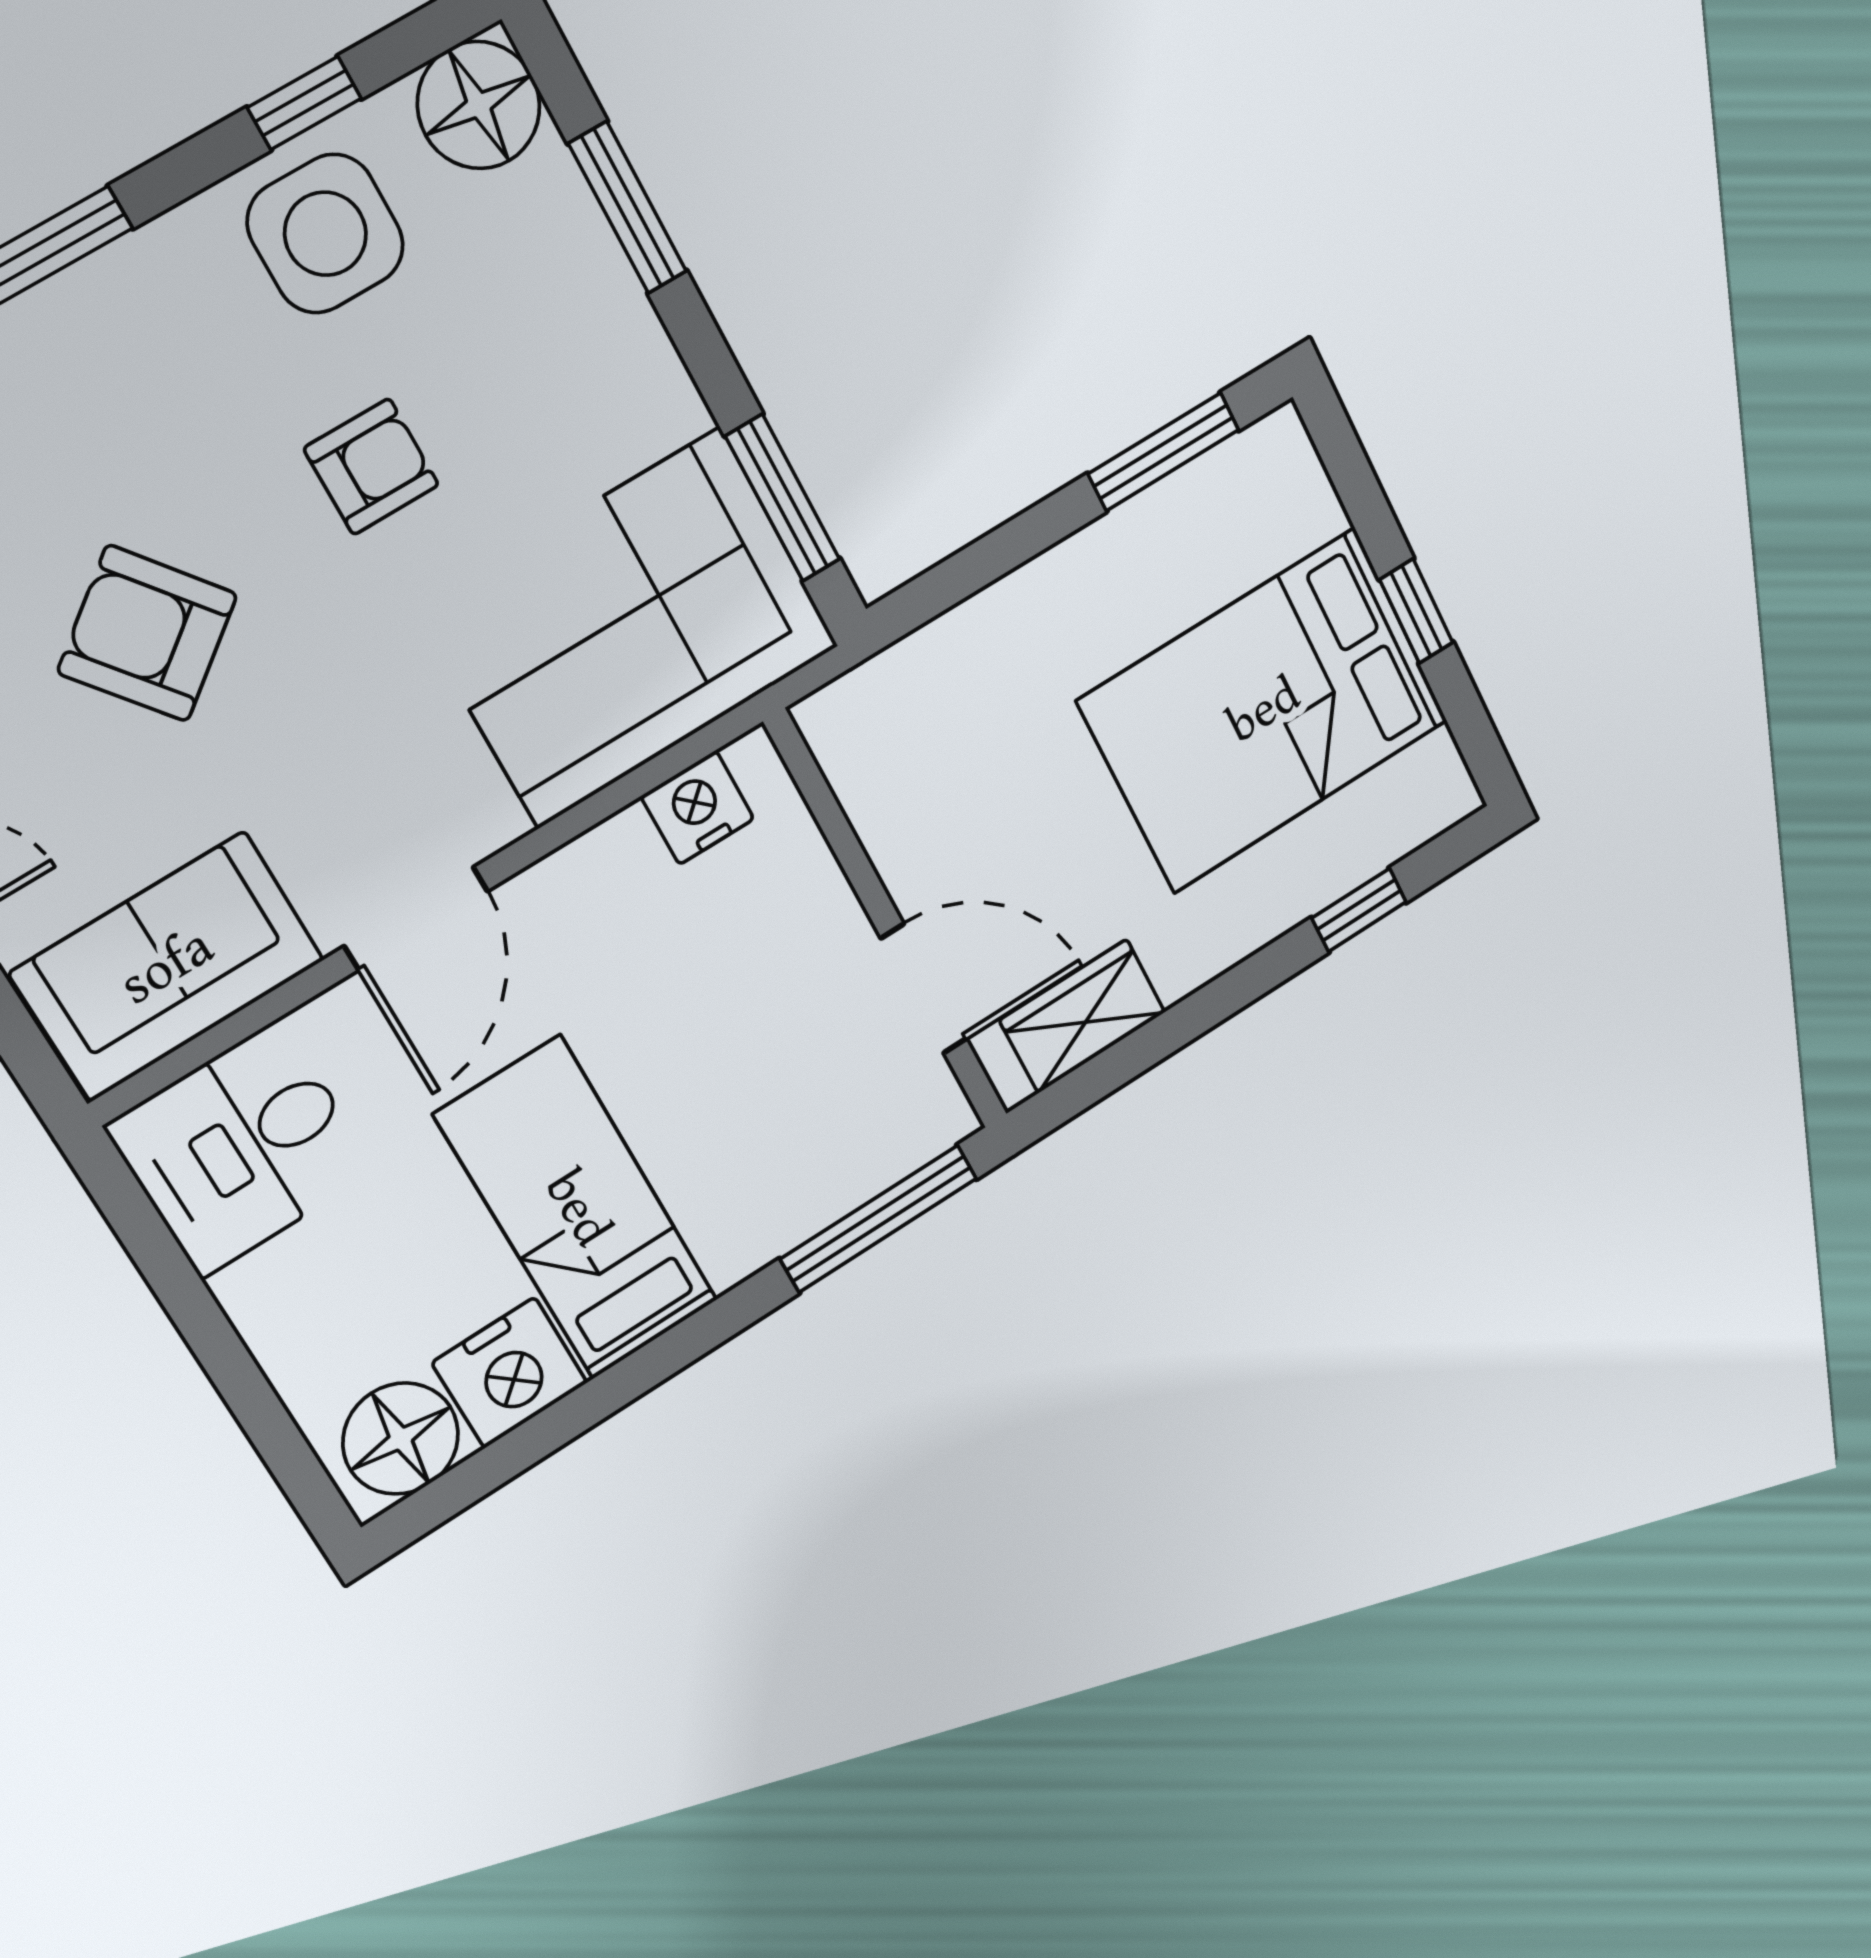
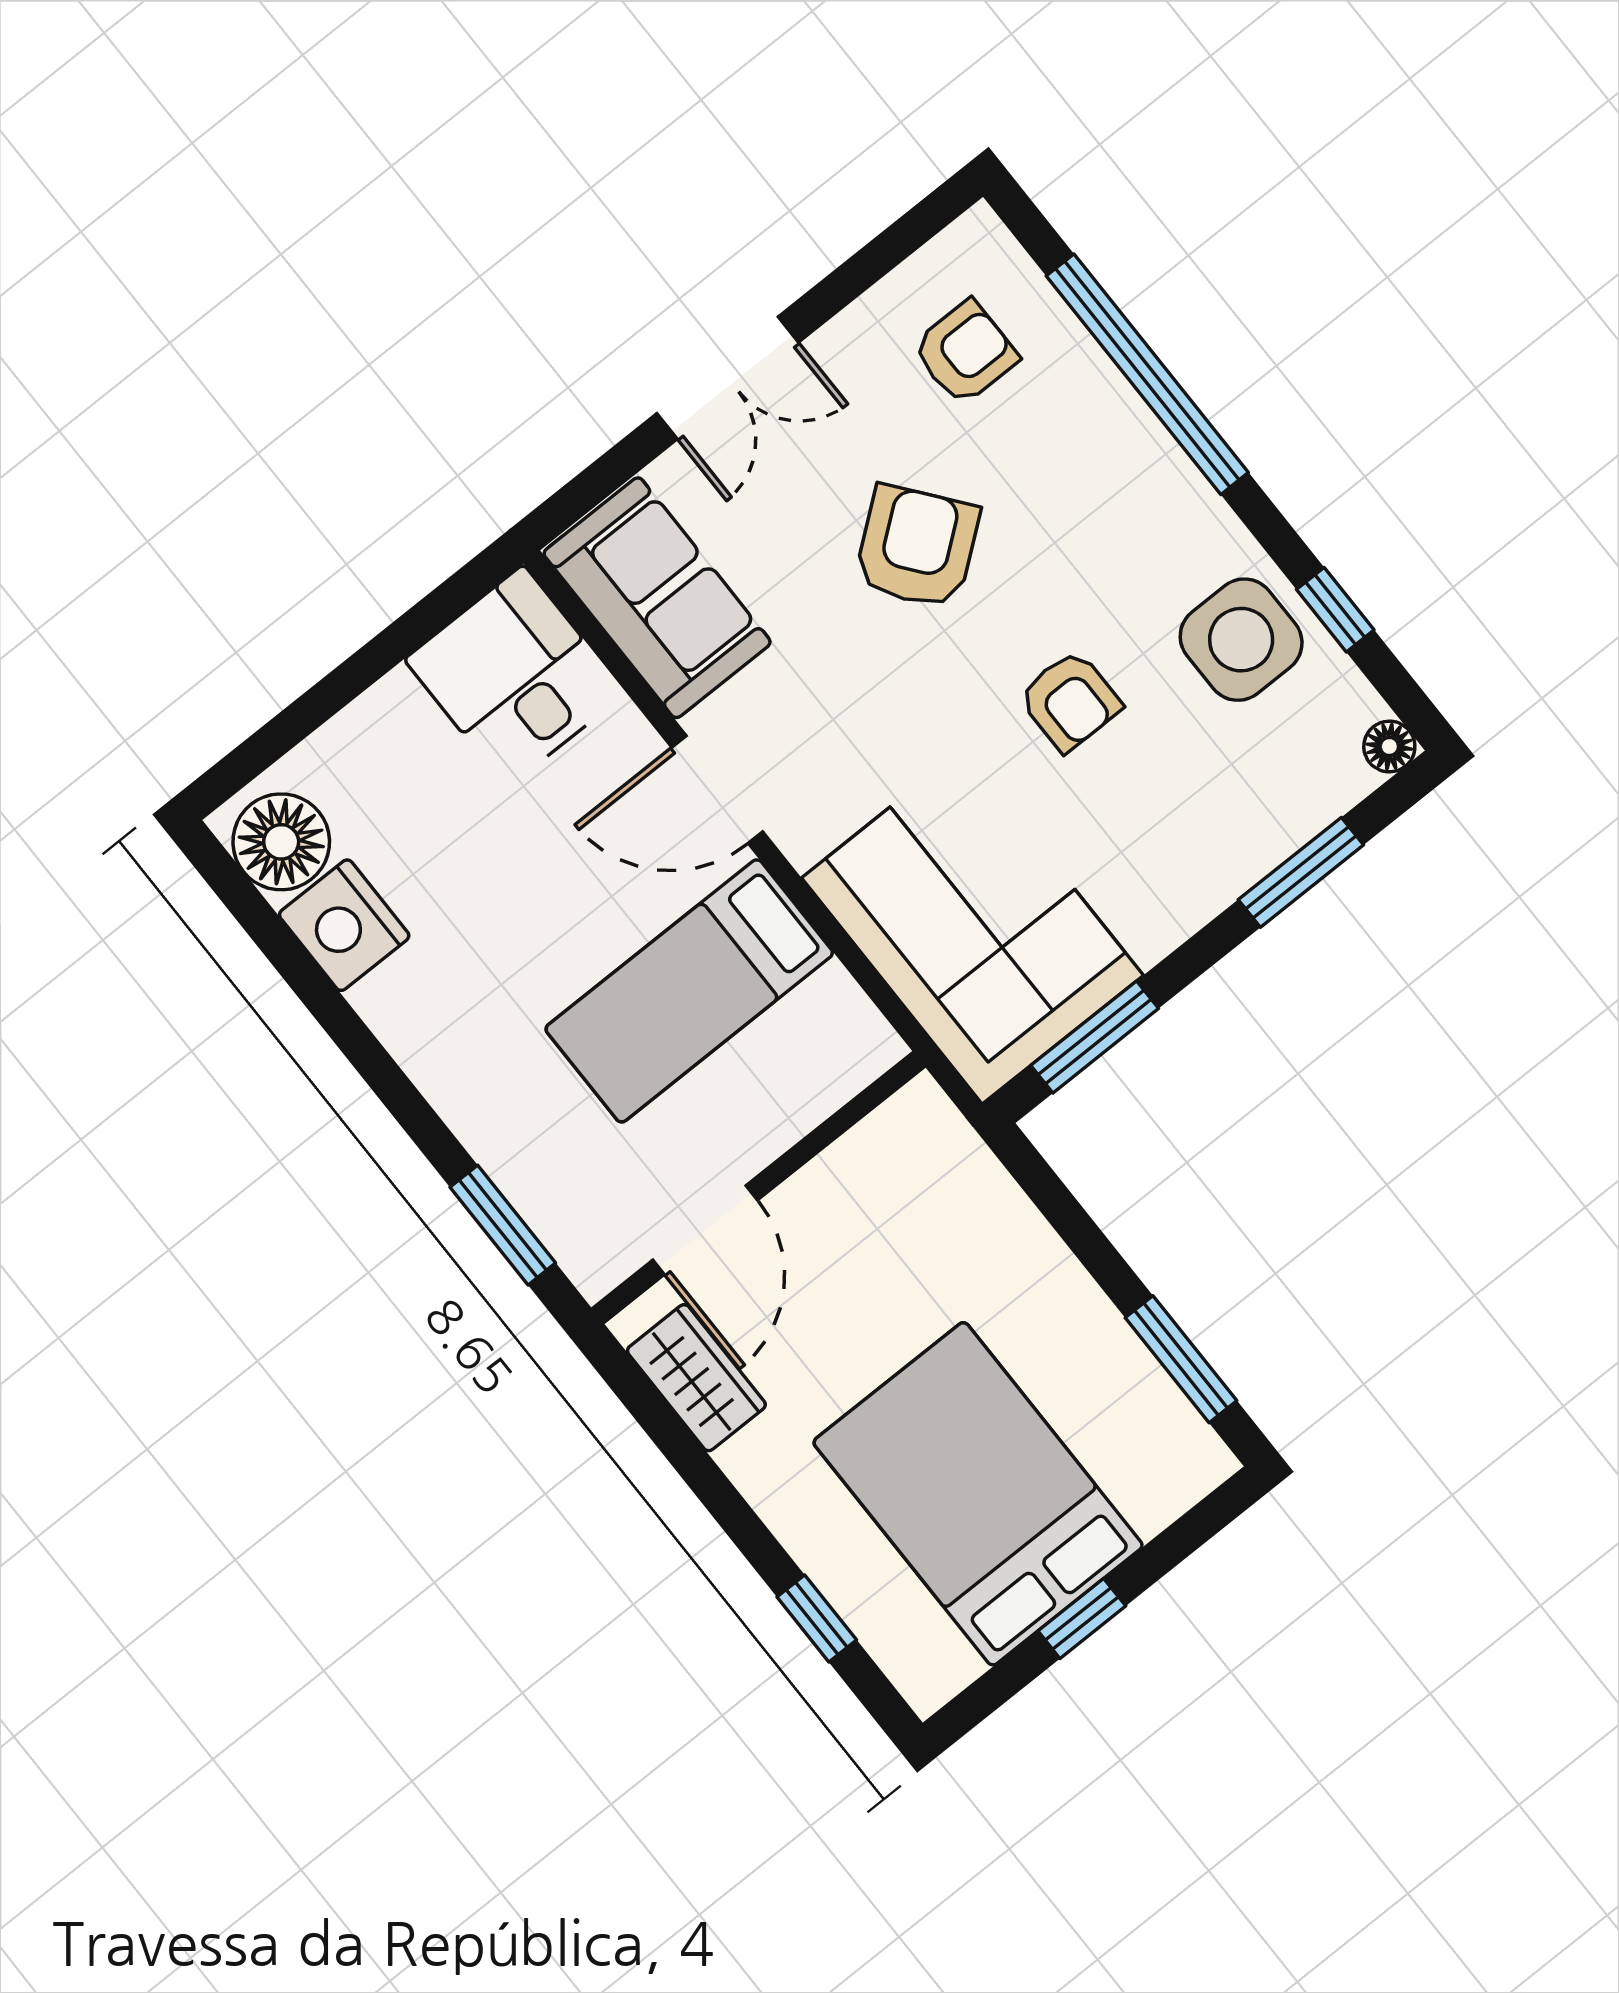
floor lamp: (479, 105) -> (1389, 747), width x0.53, depth x0.53
nightstand: (698, 808) -> (835, 1008), removed
bed: (577, 1209) -> (689, 991), moved, turned 180
window: (879, 1219) -> (503, 1225), width x0.69

